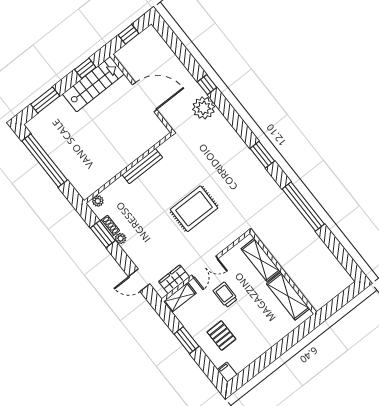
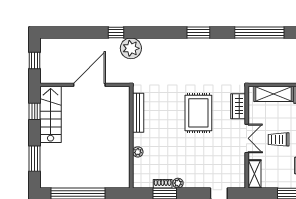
bench: (142, 166) -> (138, 113), moved
plant: (98, 201) -> (138, 152), moved
wardrobe: (174, 279) -> (238, 106), moved

